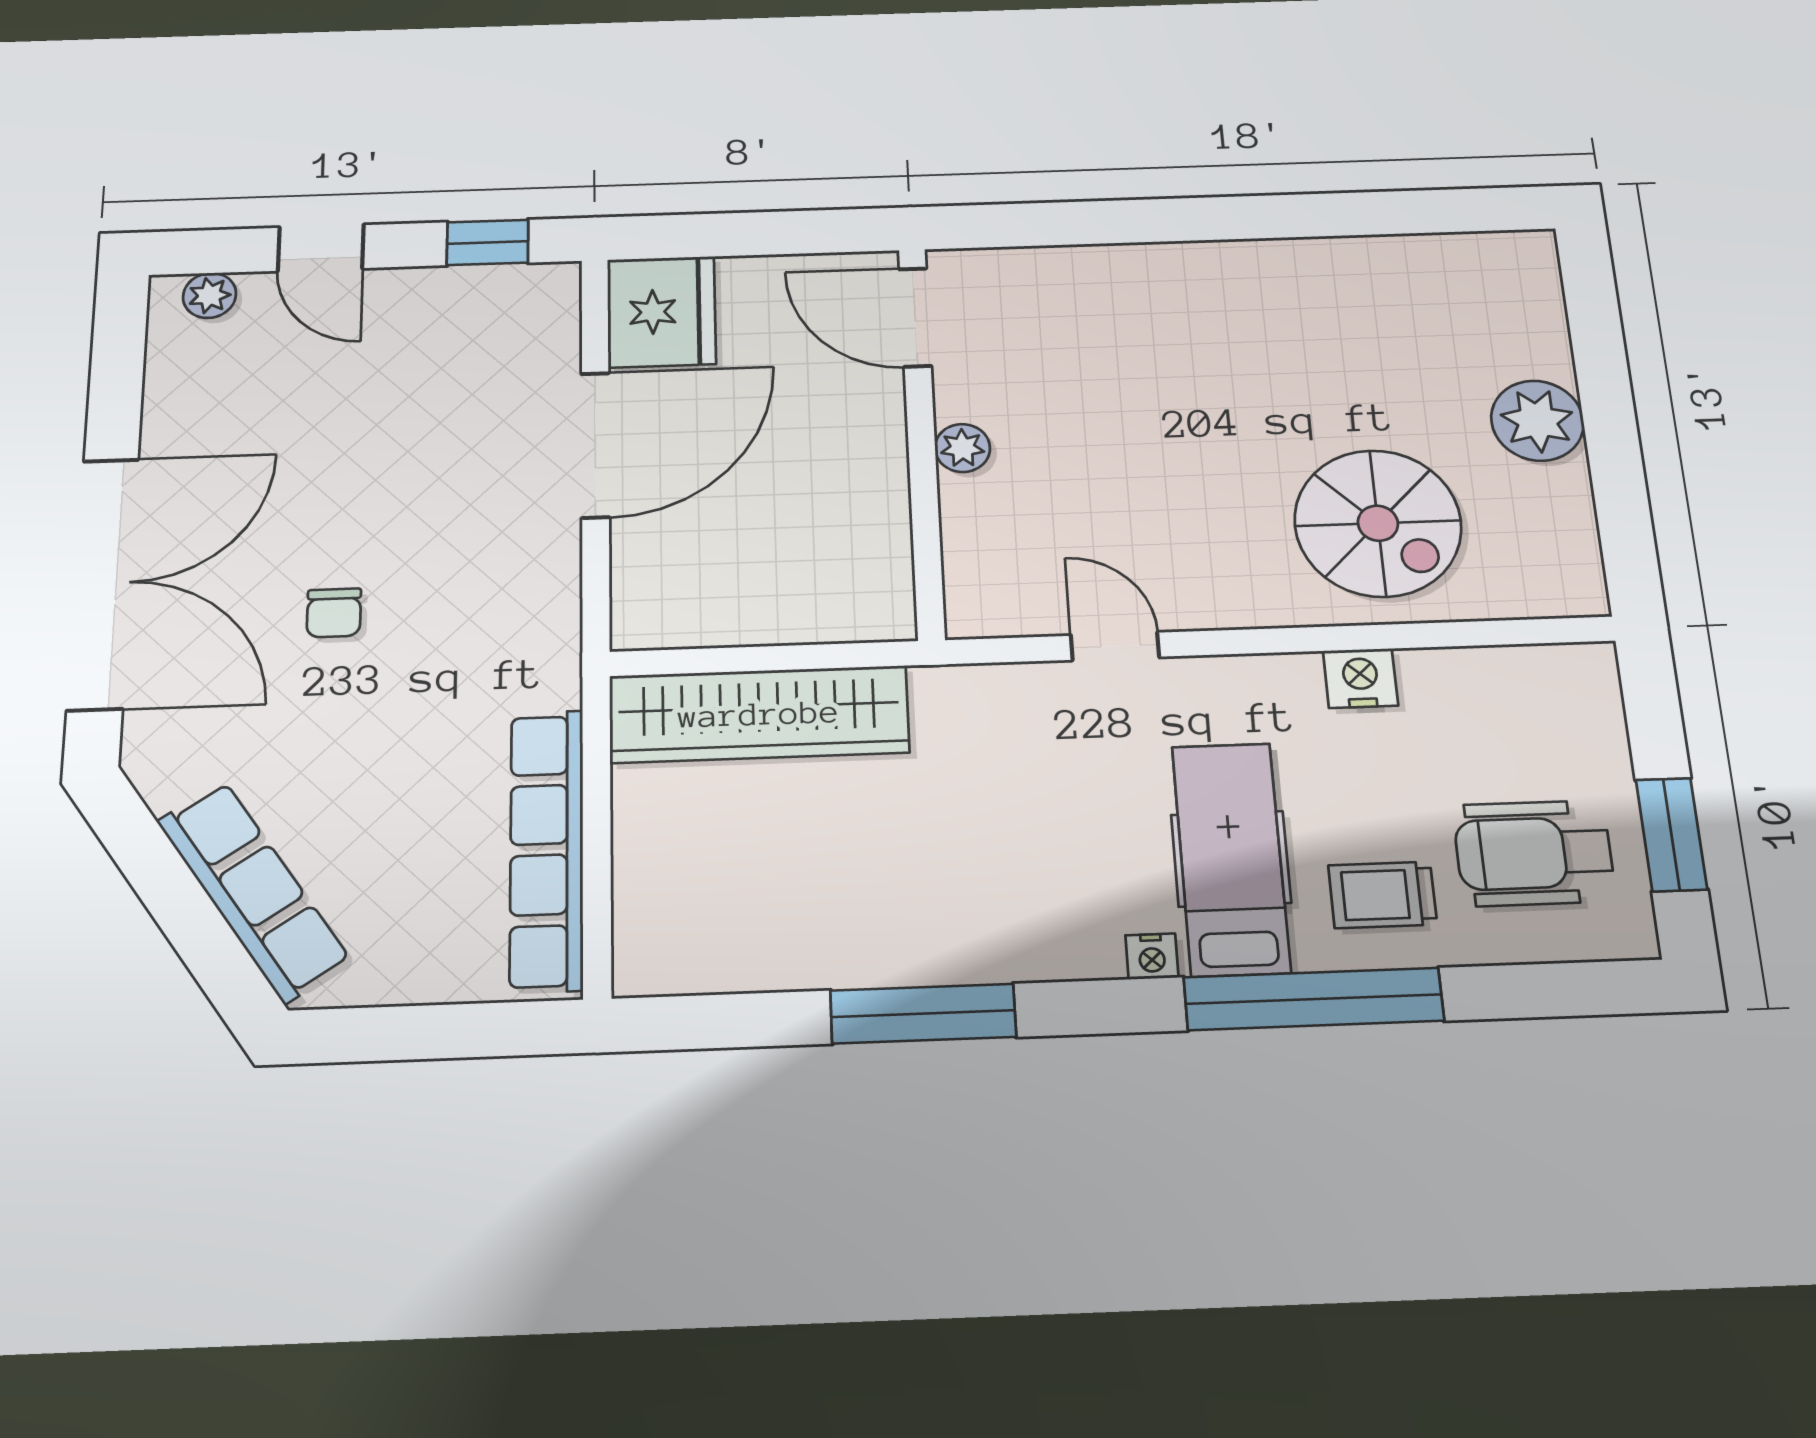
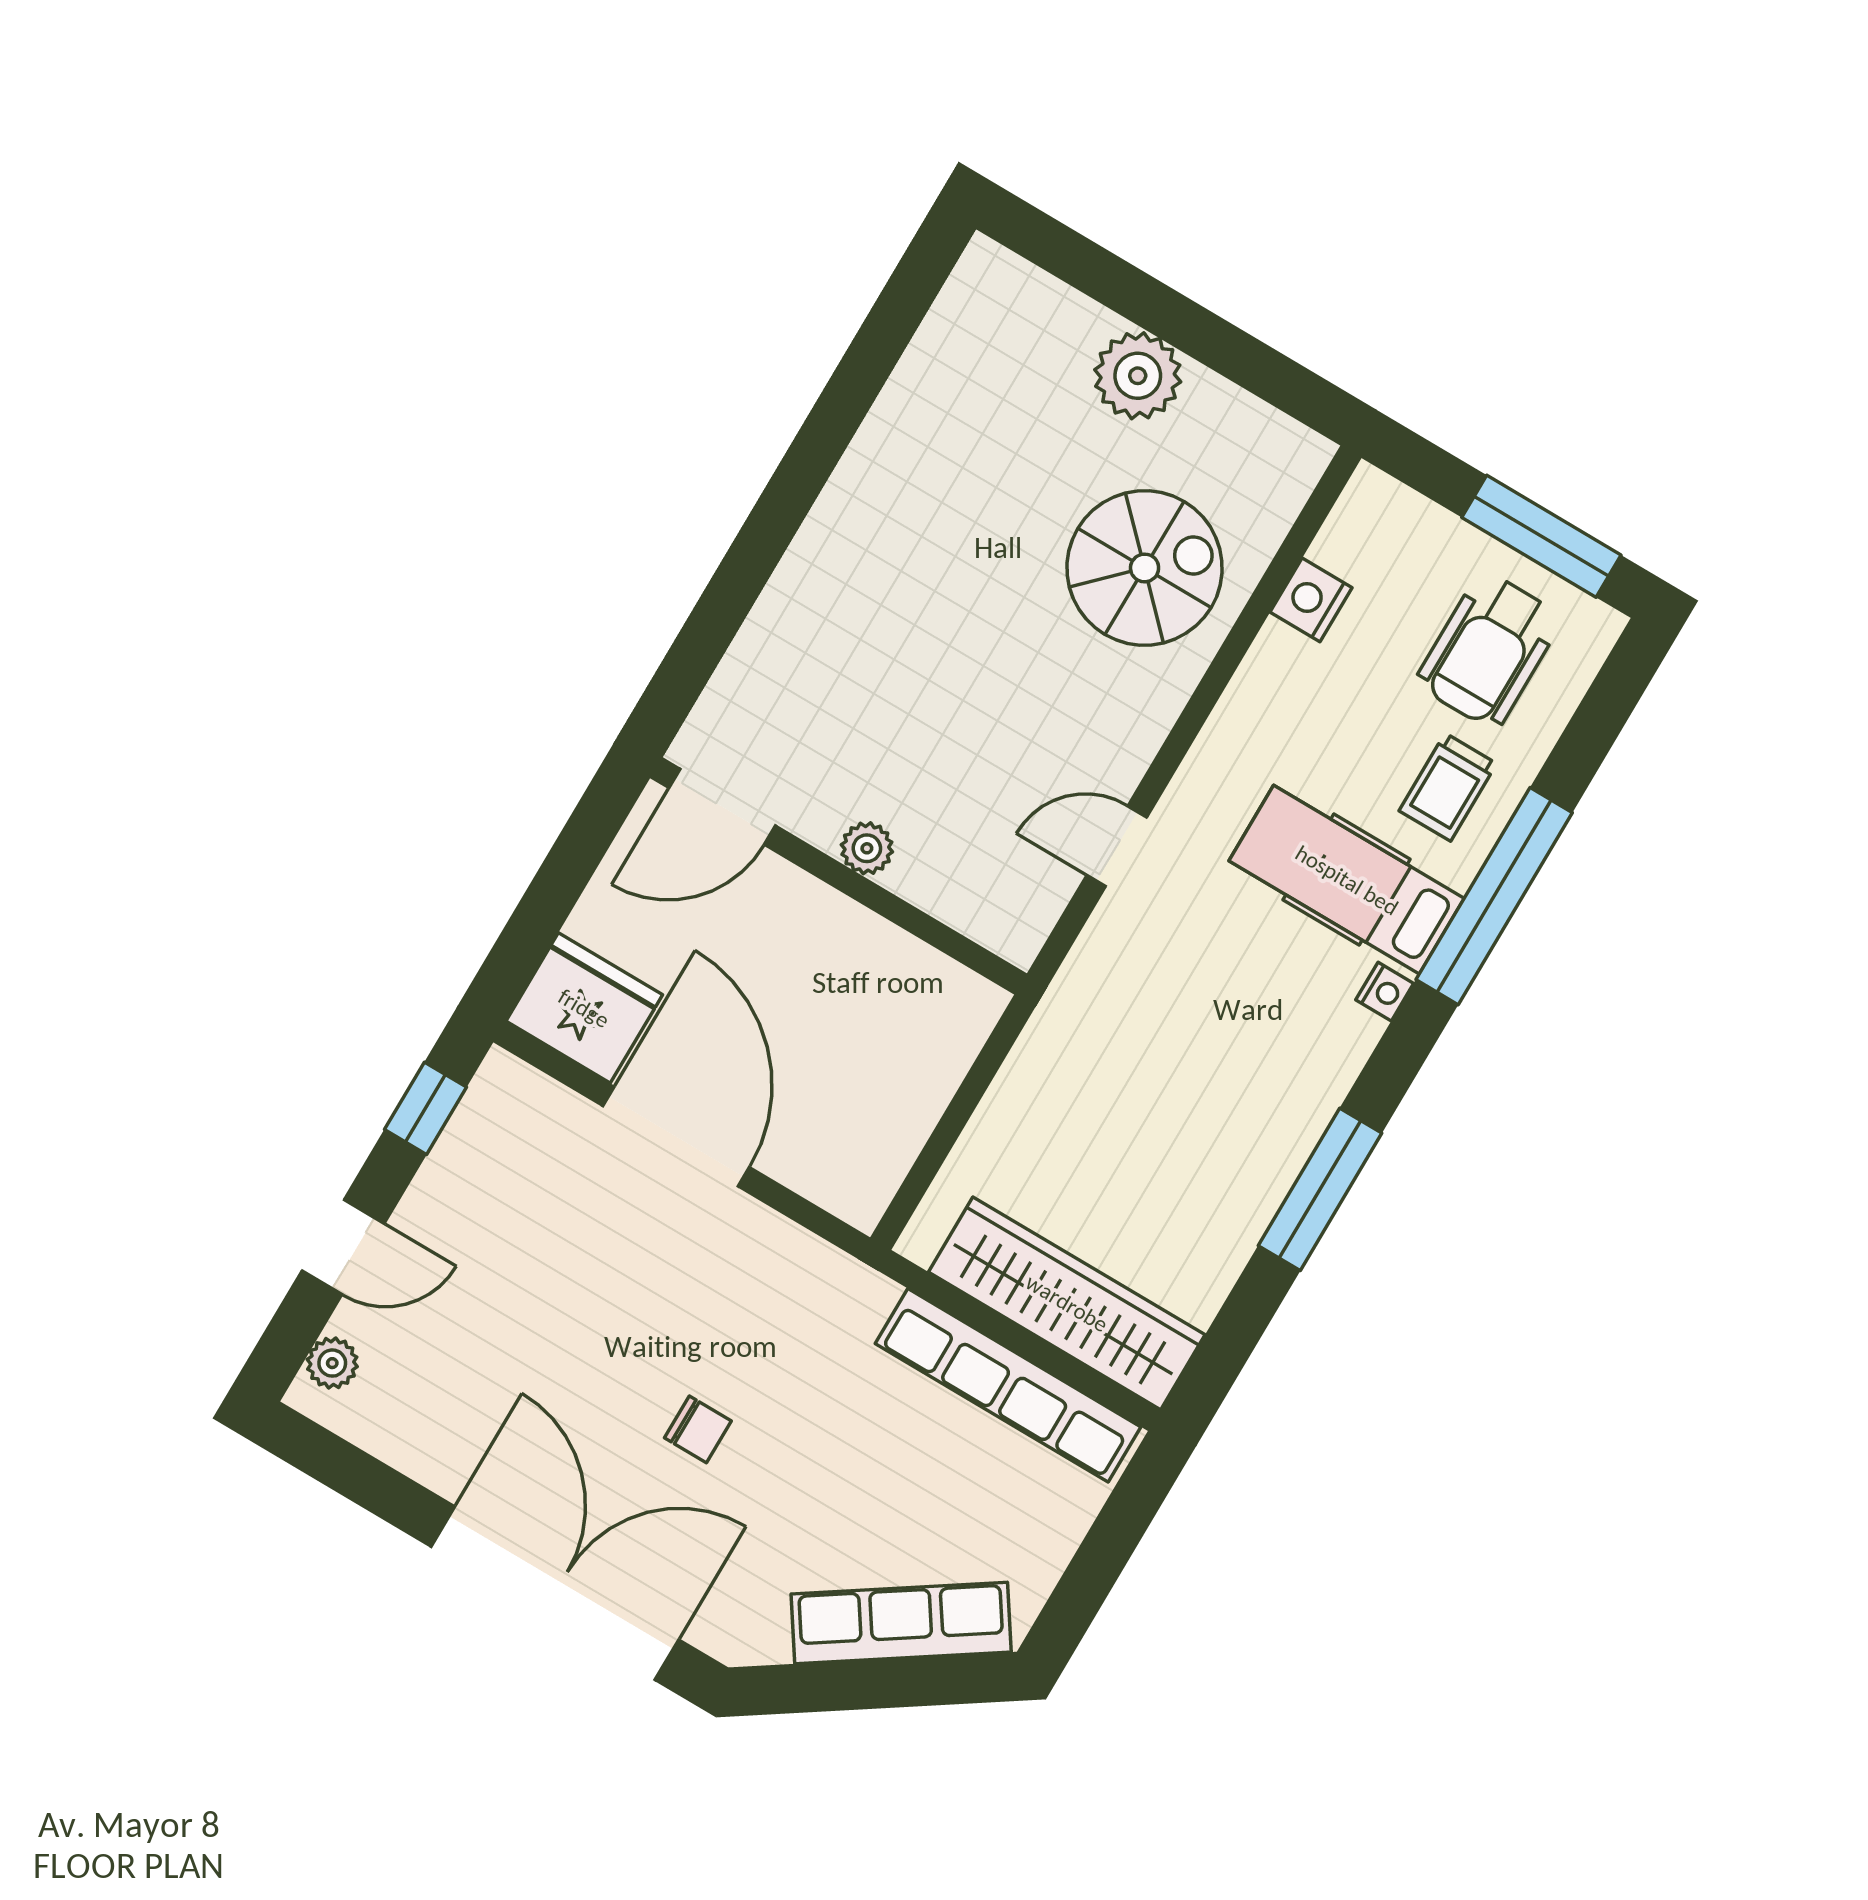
nightstand: (1360, 678) -> (1311, 600), moved
wardrobe: (759, 714) -> (1067, 1303), moved, turned -90
window: (1671, 835) -> (1541, 536), width x1.44

